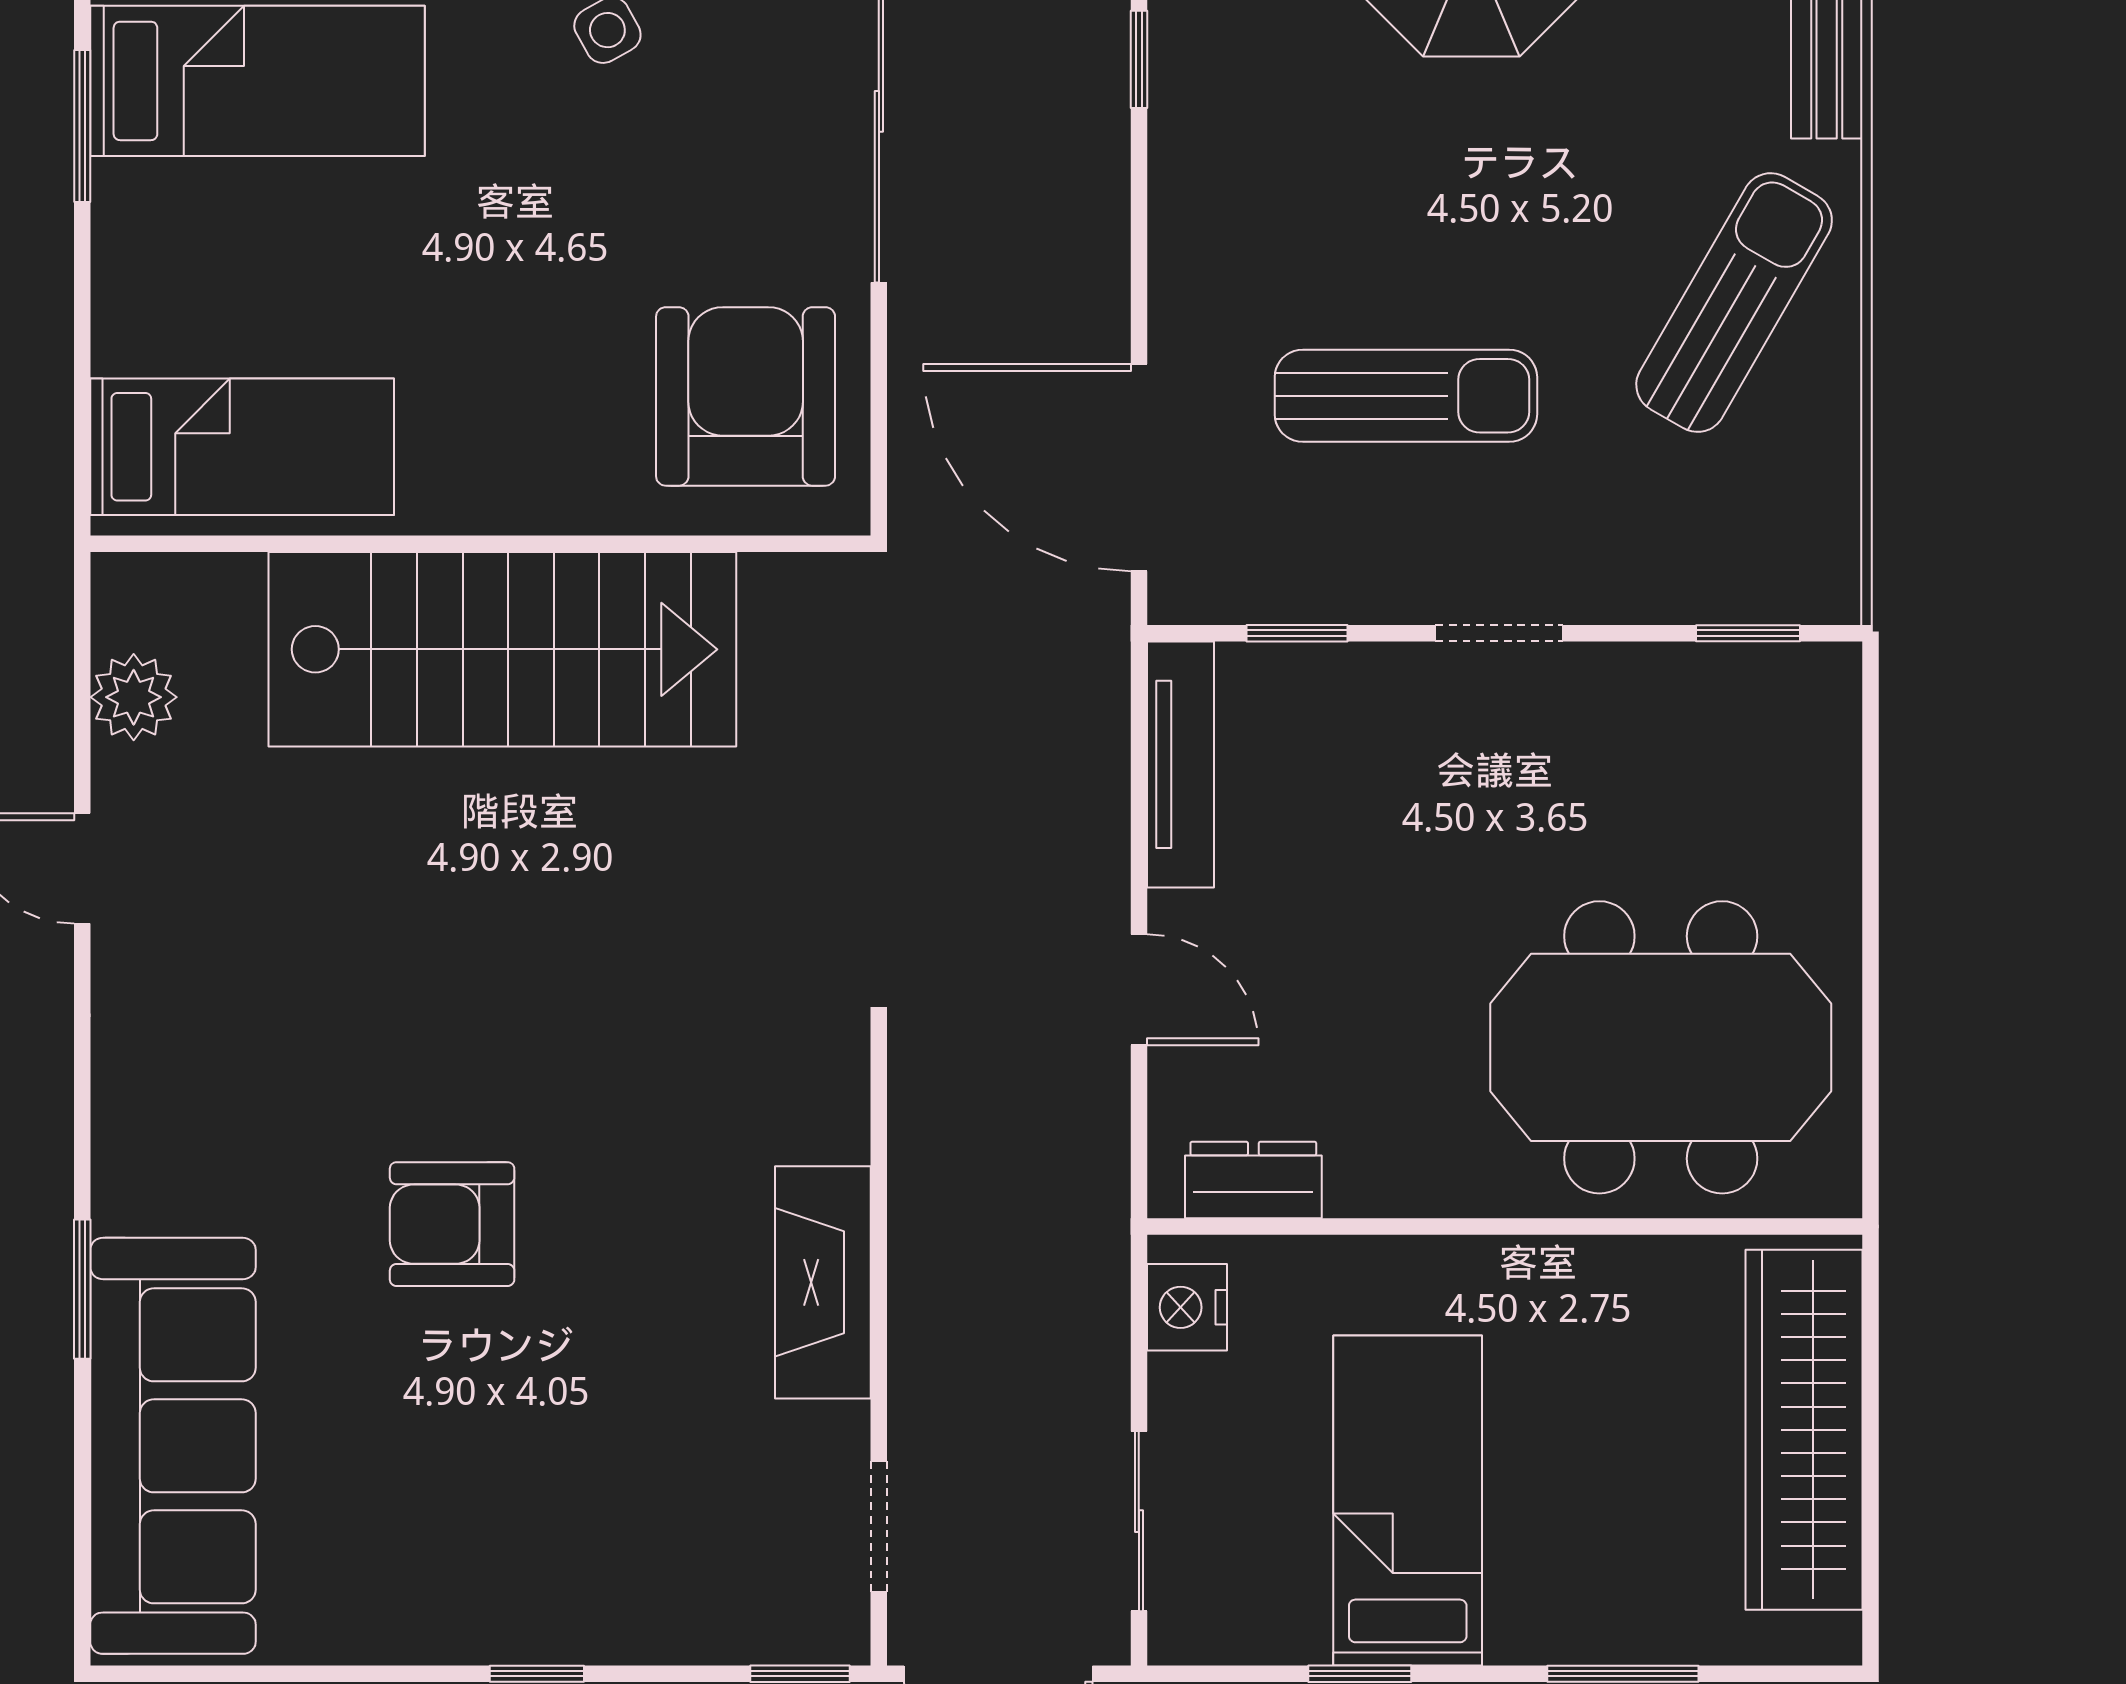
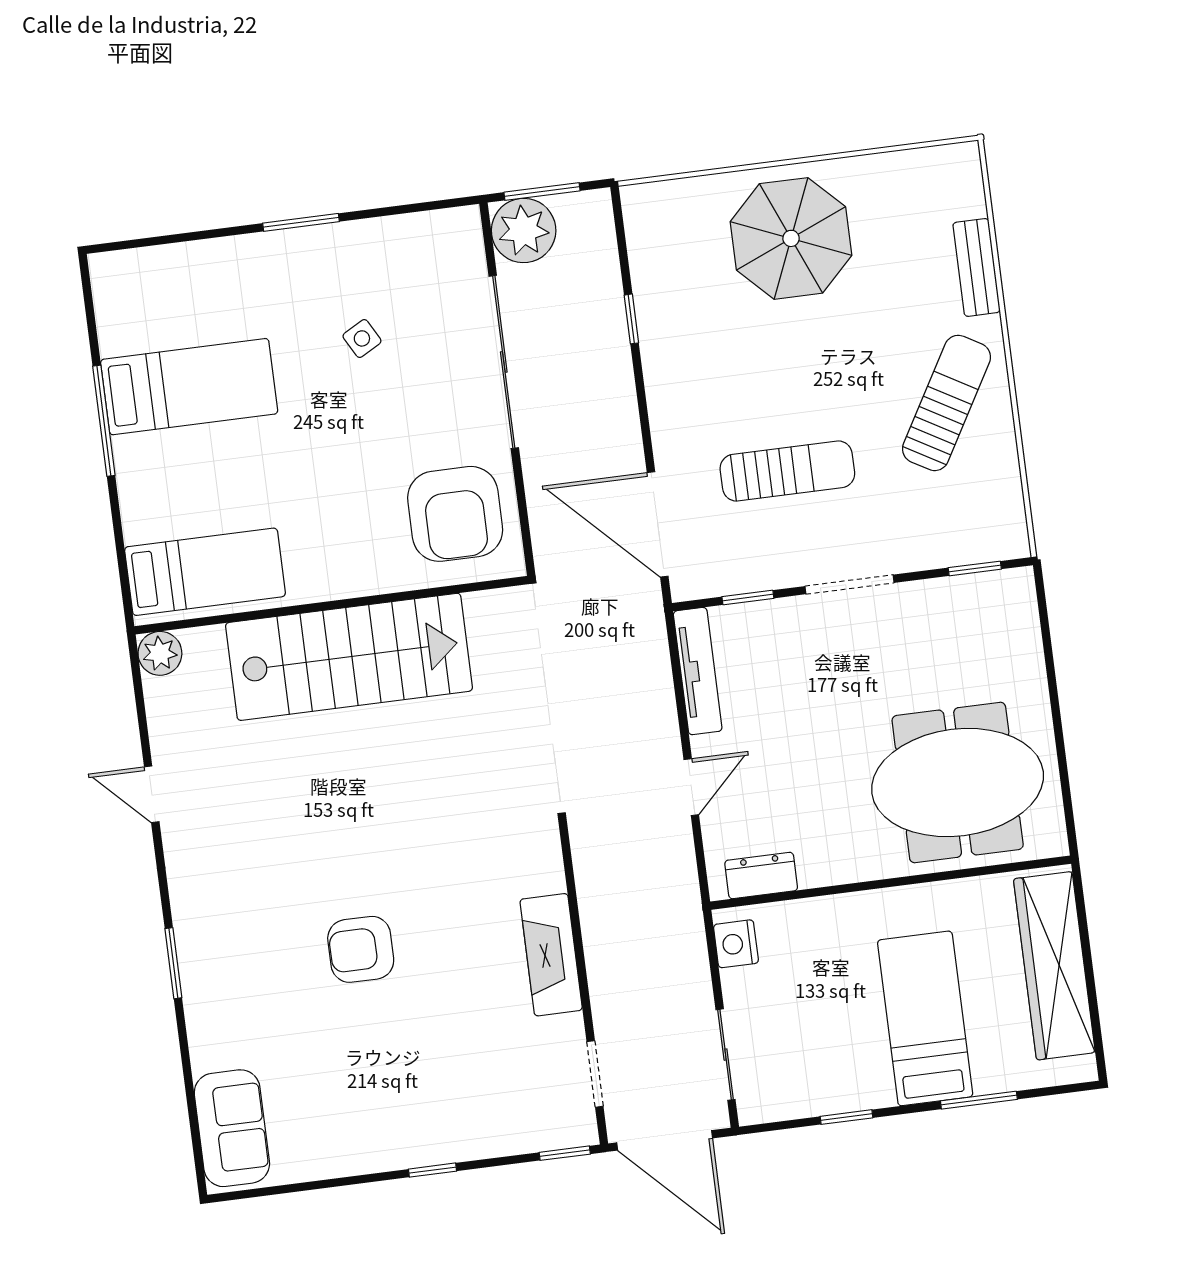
window: (82, 126) -> (104, 421), width x1.44
armchair: (746, 396) -> (455, 514), turned 180
doorway: (1499, 633) -> (849, 584), width x1.38
plant: (134, 697) -> (160, 653), moved
door: (1139, 990) -> (691, 787), hinge flipped
window: (82, 1289) -> (173, 963), moved
sofa: (173, 1446) -> (232, 1128), width x0.54, depth x0.79
bed: (1408, 1500) -> (925, 1018), moved

